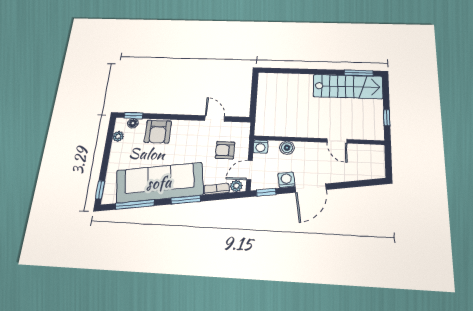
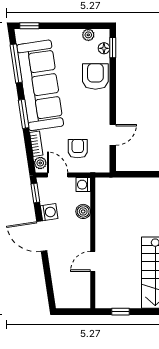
armchair: (158, 132) -> (95, 76), turned 90

